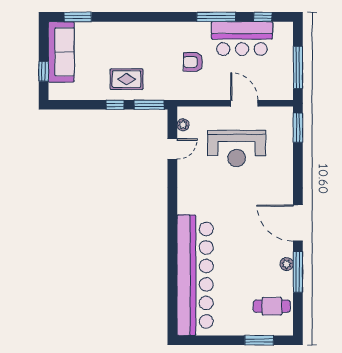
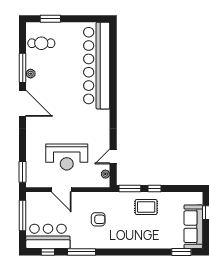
bar counter: (242, 39) -> (48, 236), moved
reception desk: (237, 148) -> (67, 157), turned 180

